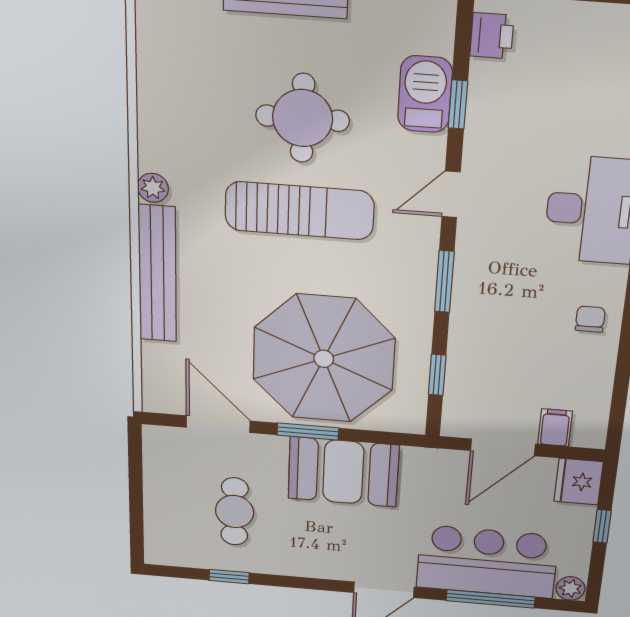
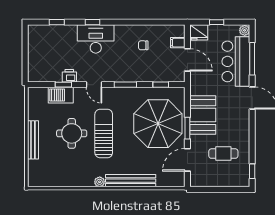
printer: (492, 36) -> (69, 76), moved
chair: (590, 319) -> (143, 45), moved
window: (229, 577) -> (252, 171), moved

